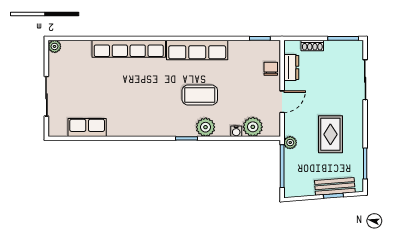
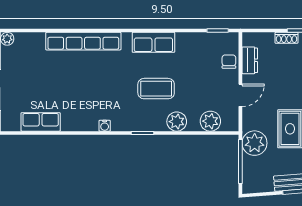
shoe rack: (312, 45) -> (286, 38), moved
row of seats: (197, 50) -> (153, 42), width x0.68
plant: (206, 127) -> (177, 122), moved
water cooler: (236, 131) -> (105, 126), moved
plant: (290, 143) -> (255, 143), width x1.88, depth x1.88

